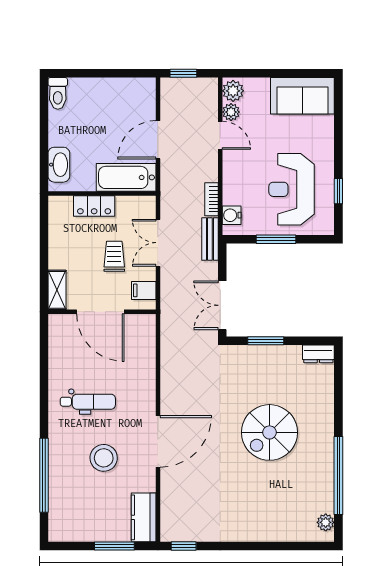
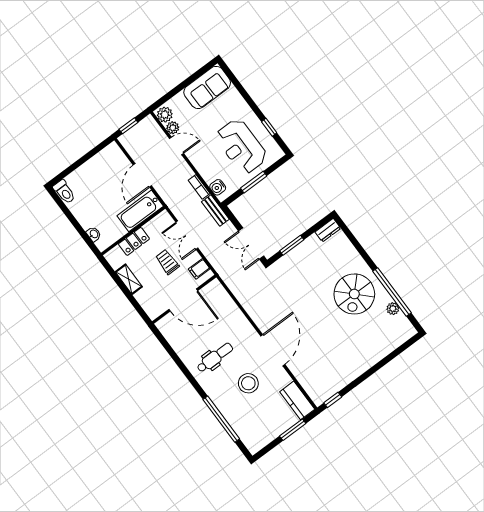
washbasin: (59, 165) -> (94, 234), width x0.52, depth x0.69
shelving: (57, 290) -> (129, 279), moved
spiral stairs: (270, 432) -> (354, 294), moved
plant: (326, 522) -> (393, 309), moved

